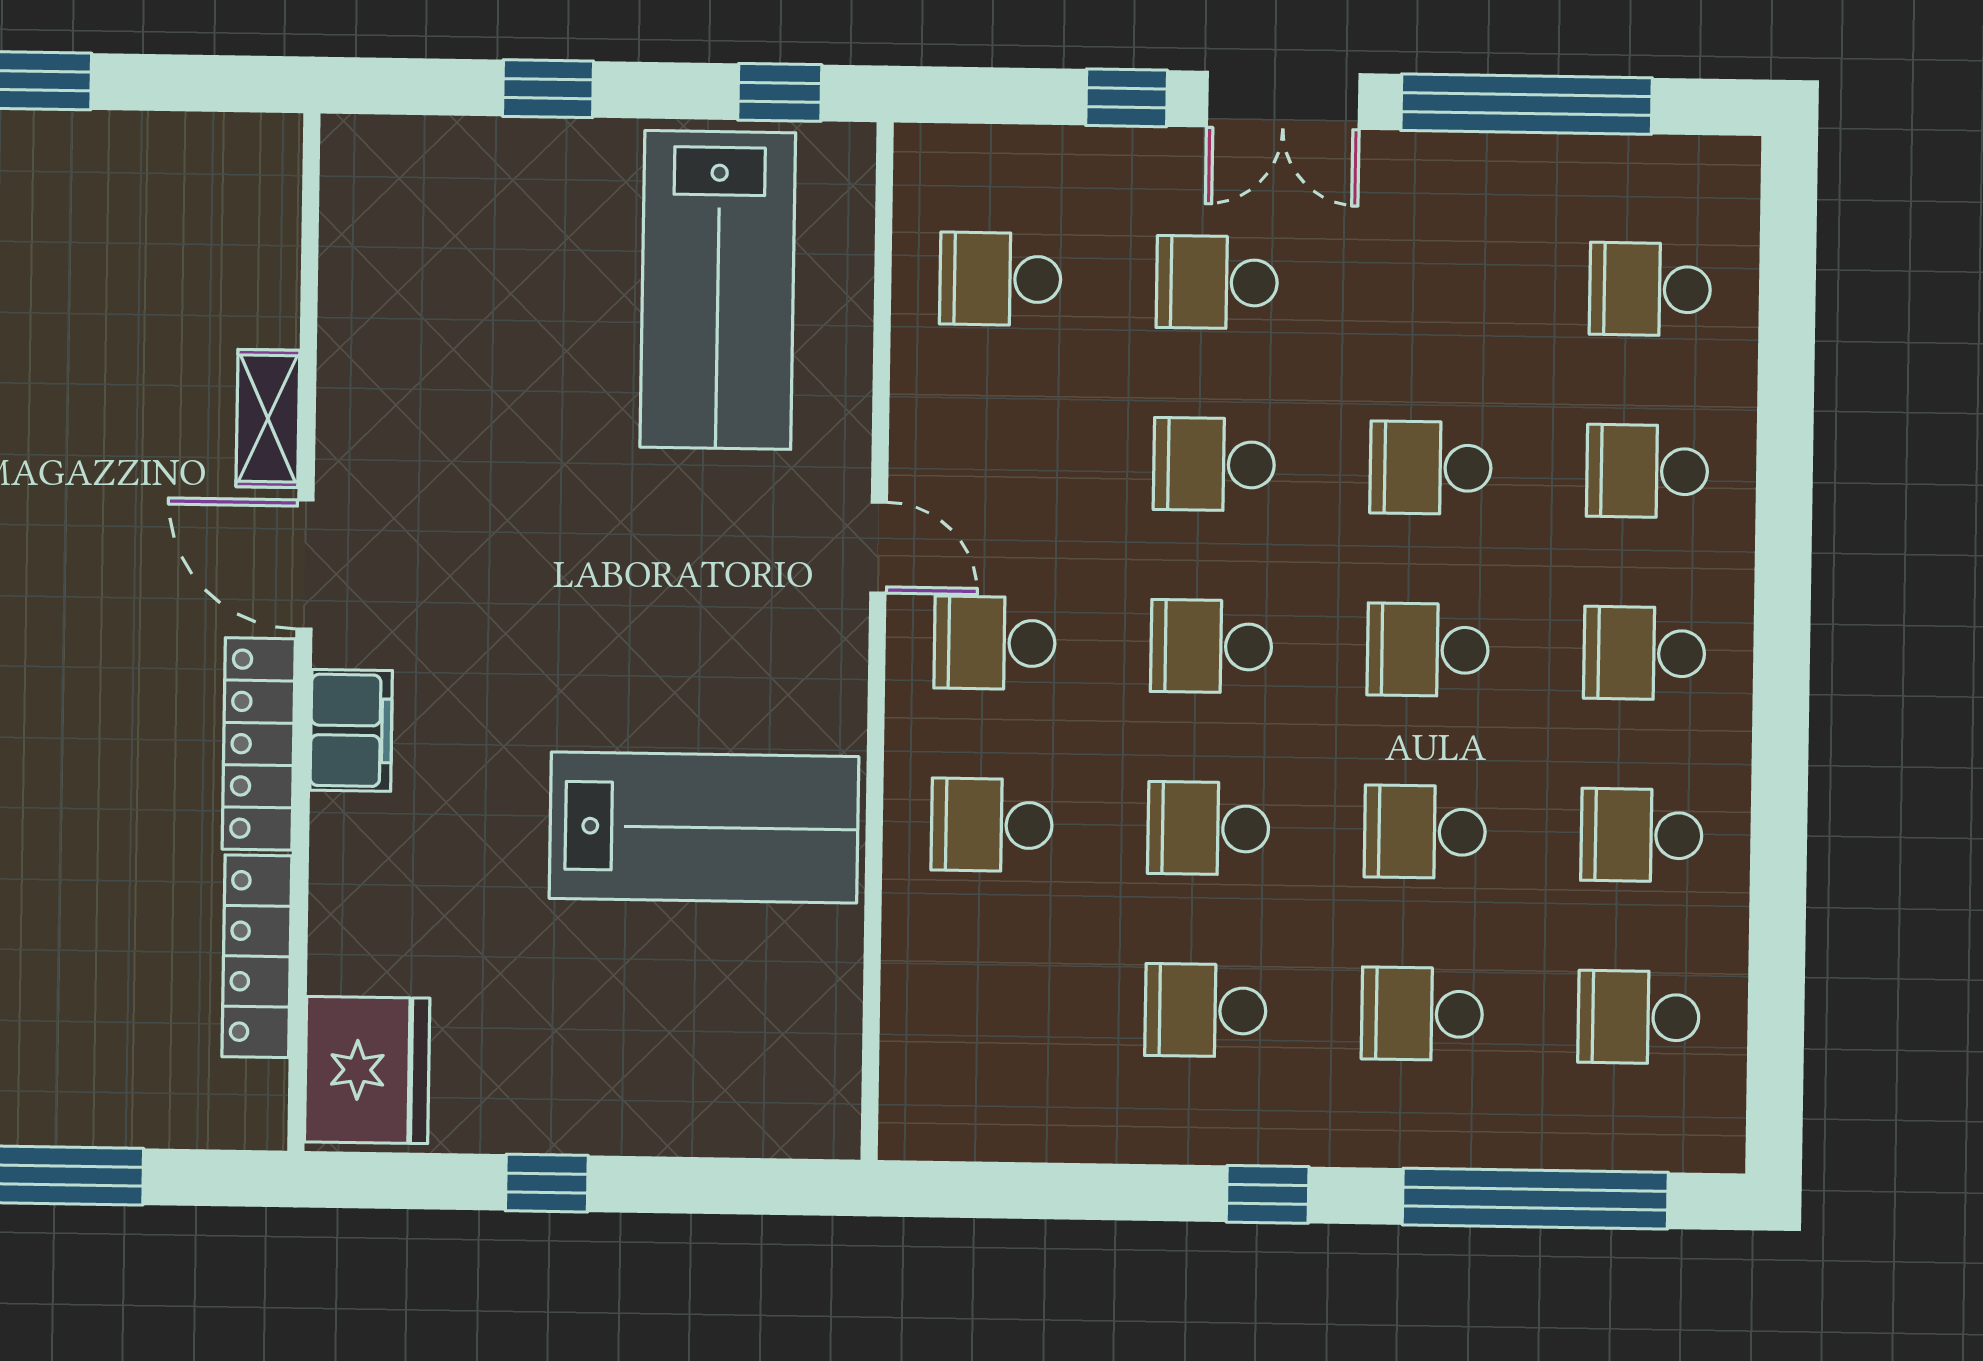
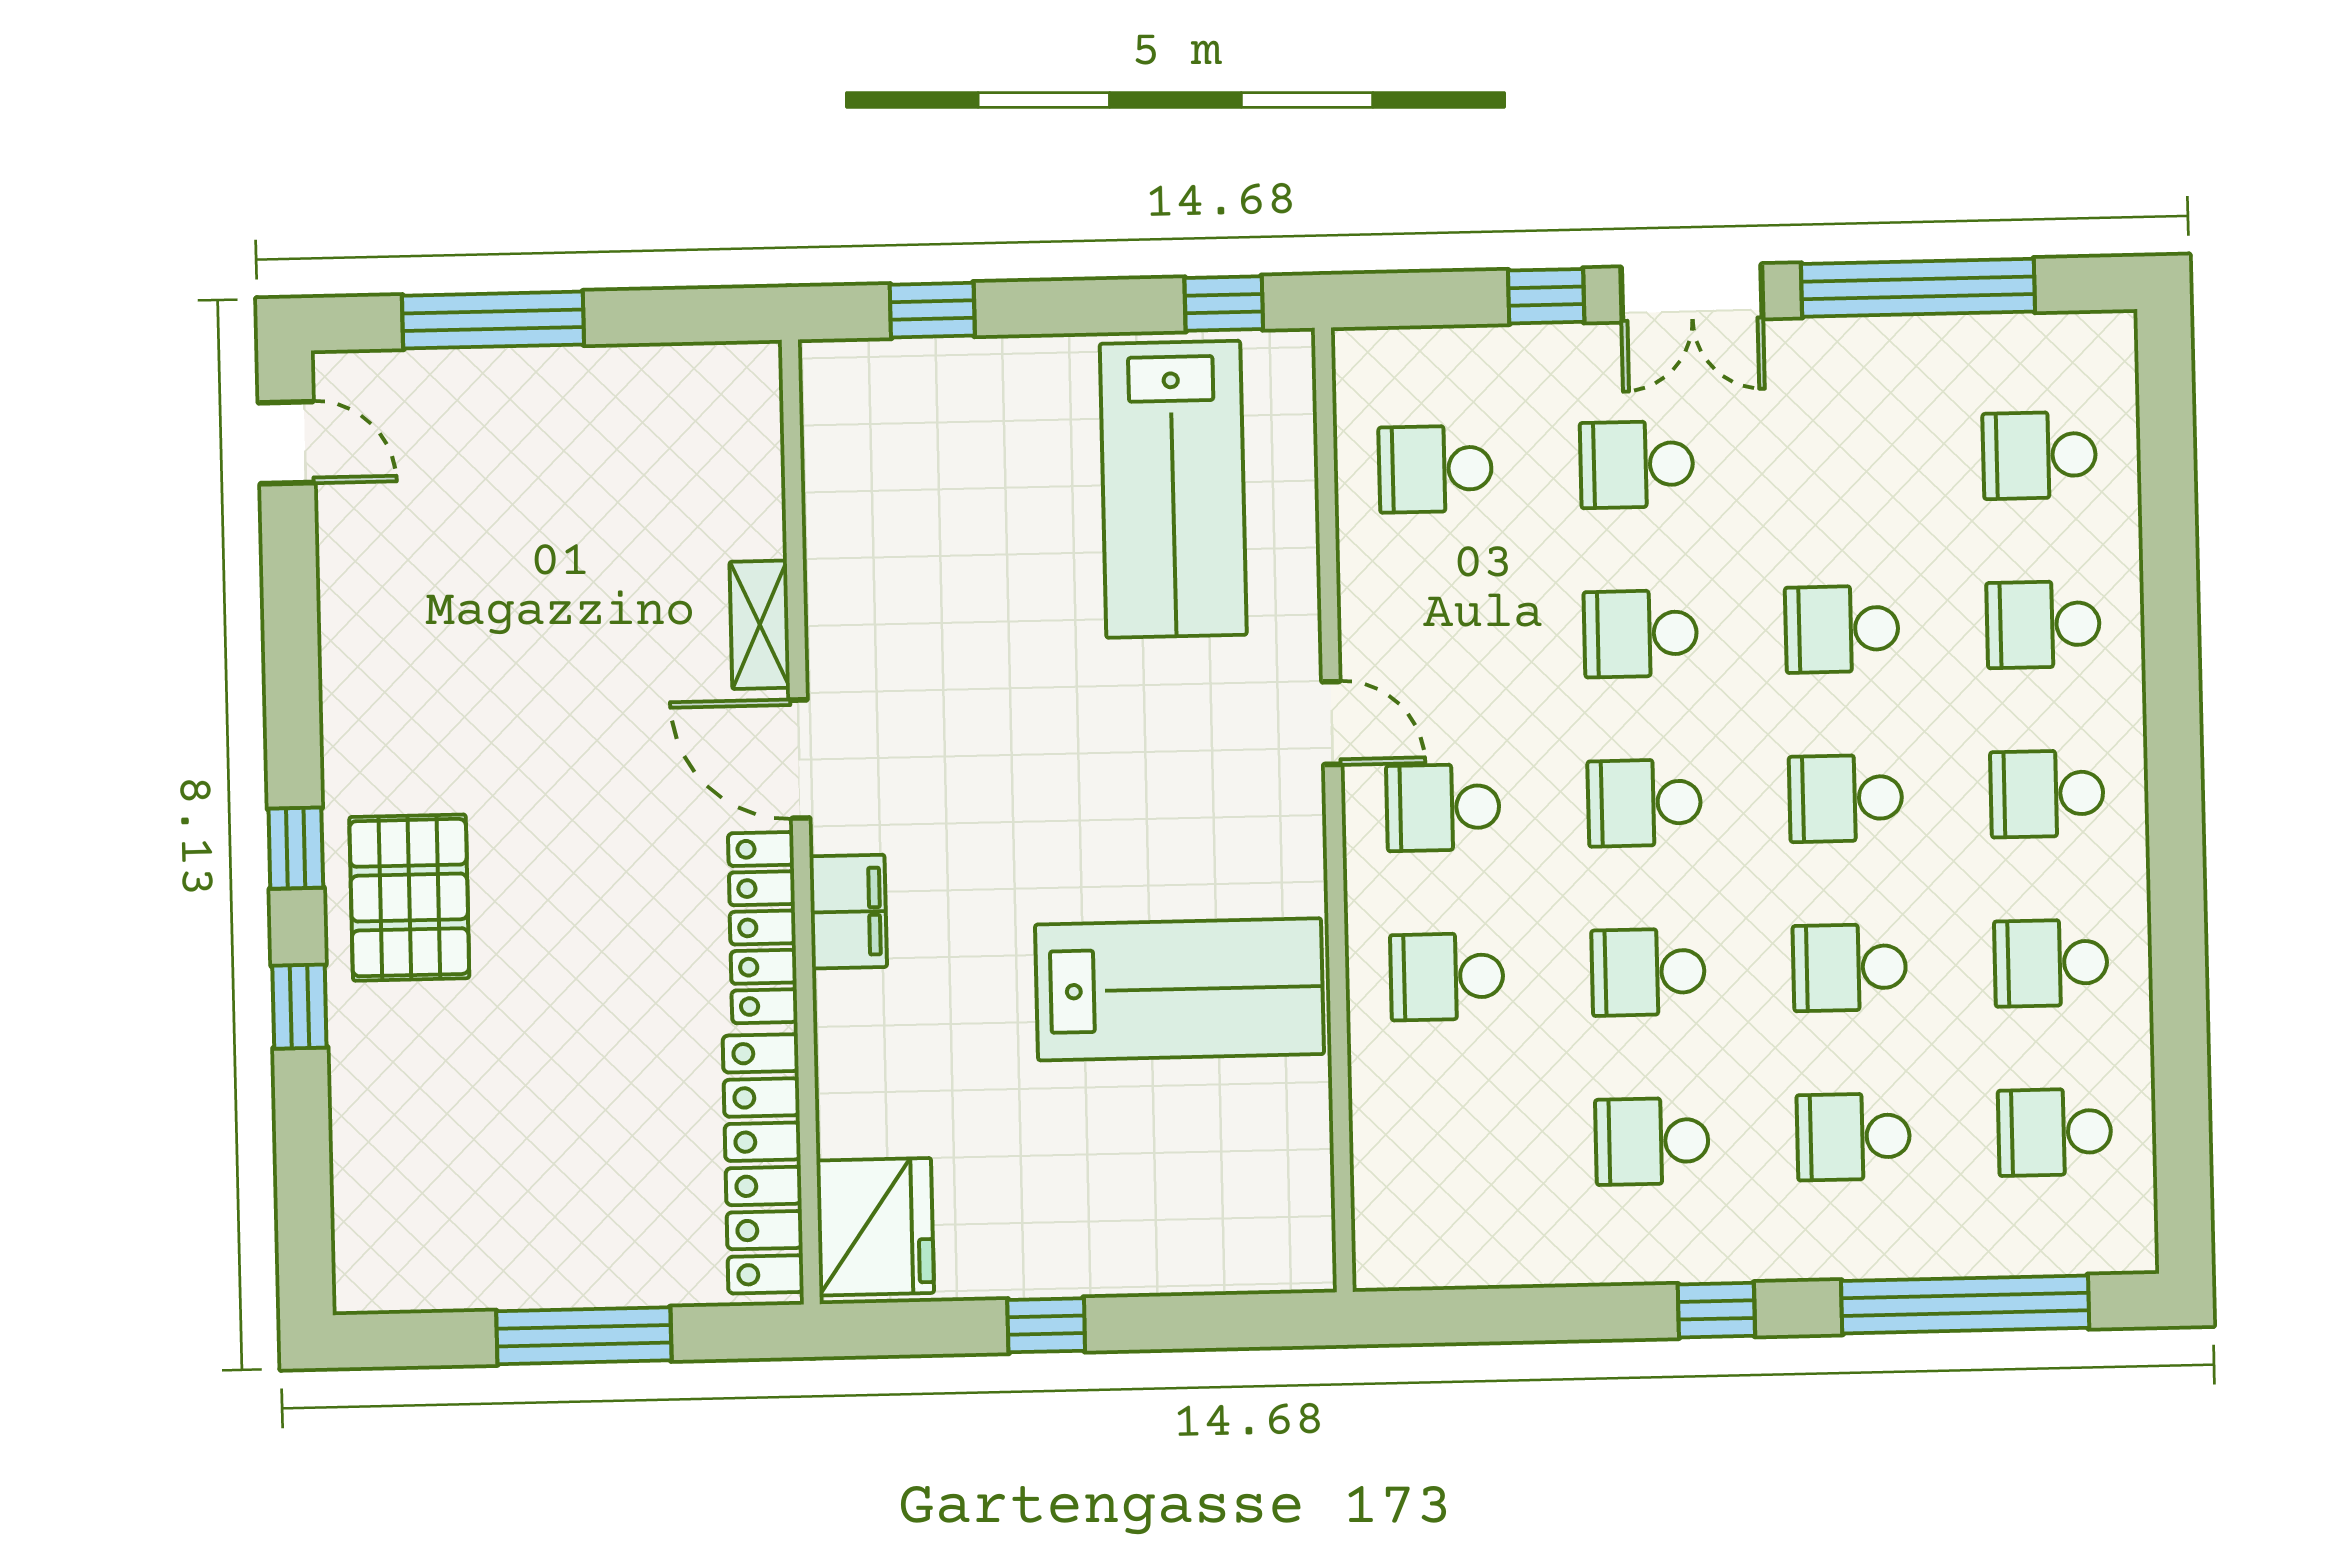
window: (548, 89) -> (932, 310), moved
locker: (257, 956) -> (763, 1164), width x1.41, depth x1.21

